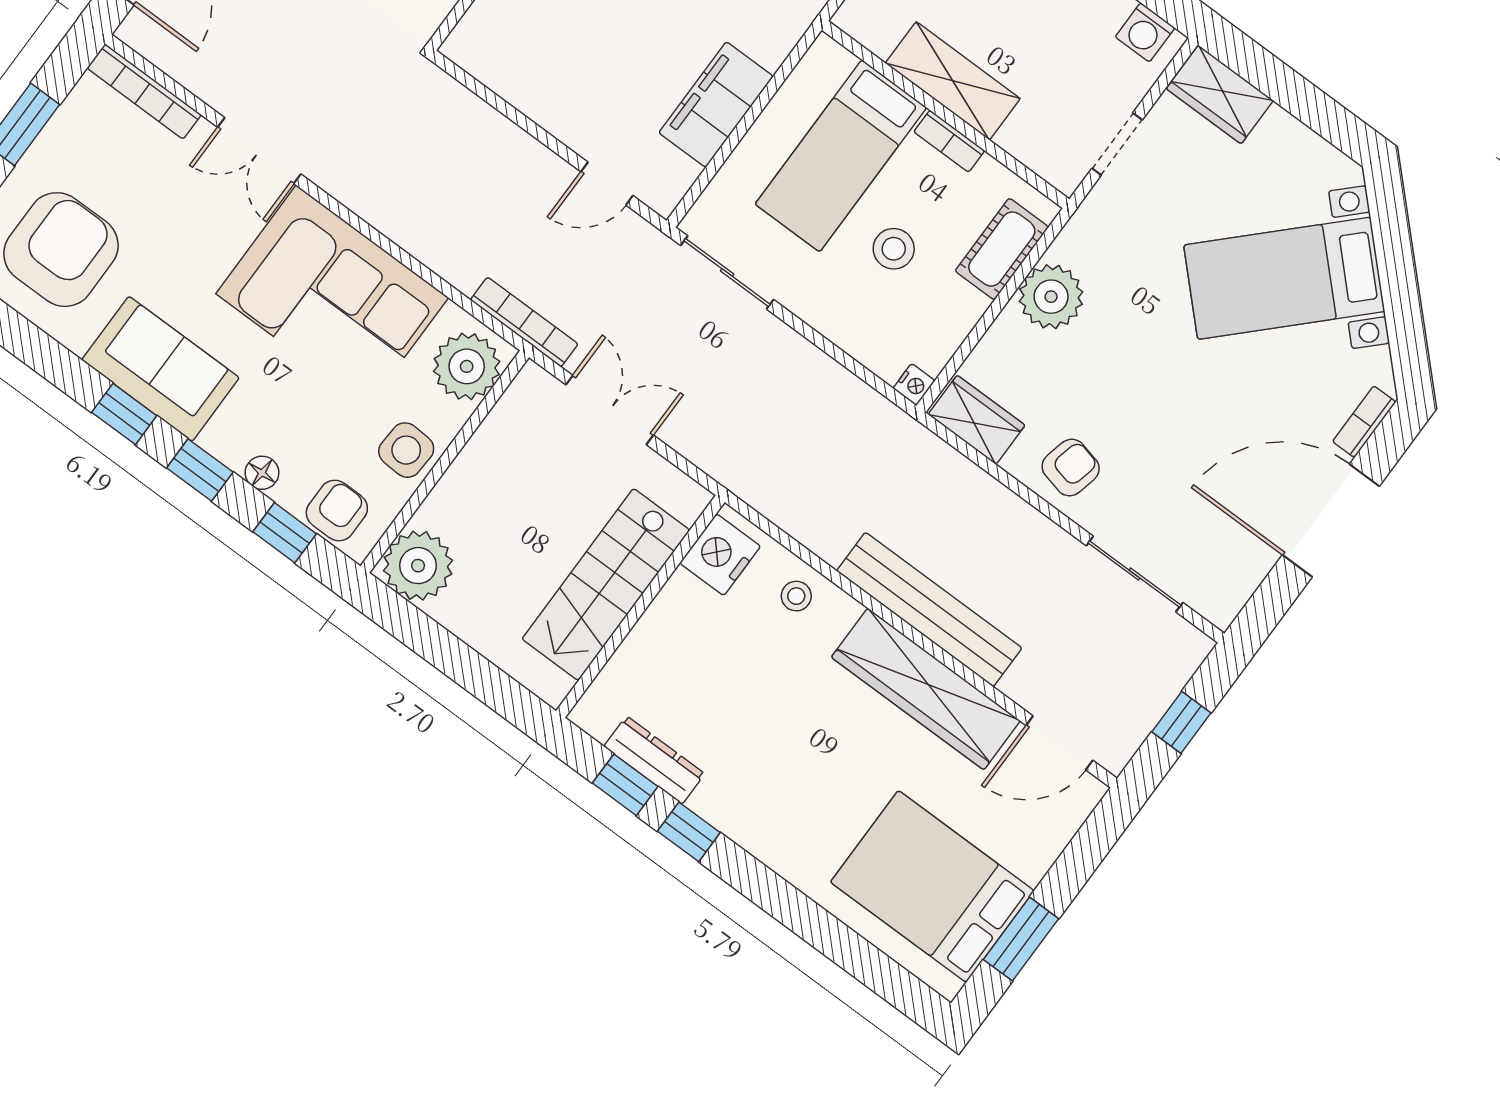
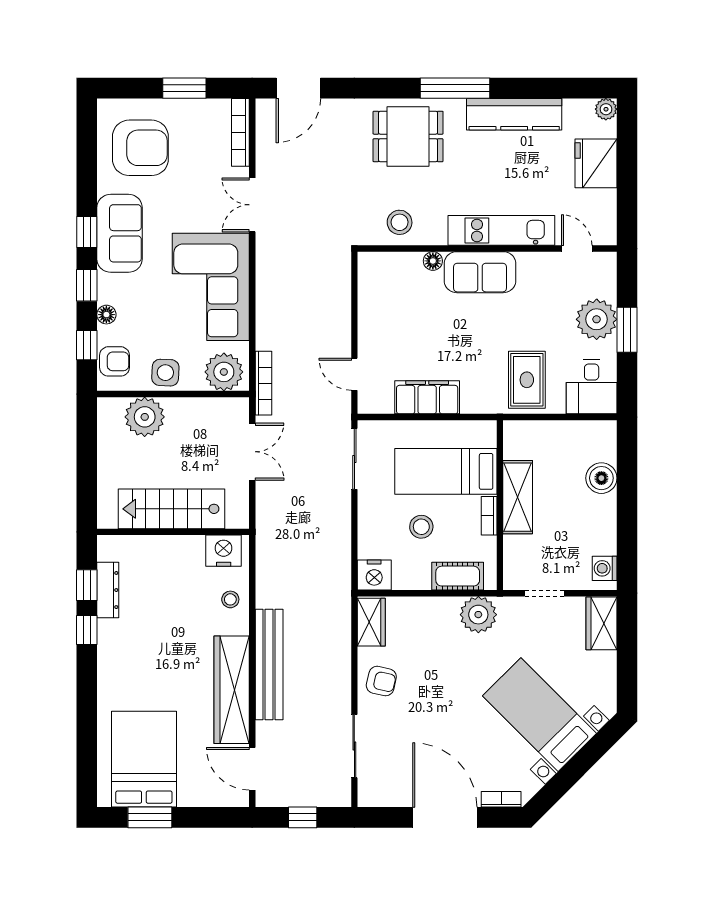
plant: (1051, 297) -> (478, 615), moved
nightstand: (914, 385) -> (374, 575), width x1.89, depth x1.79
plant: (418, 566) -> (145, 417), moved

